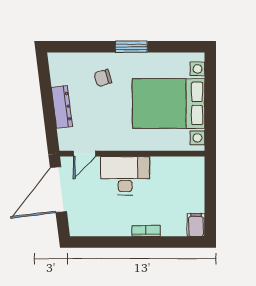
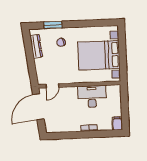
window: (131, 47) -> (53, 25), moved
dresser: (62, 107) -> (36, 46), moved
desk: (125, 176) -> (92, 97), moved

